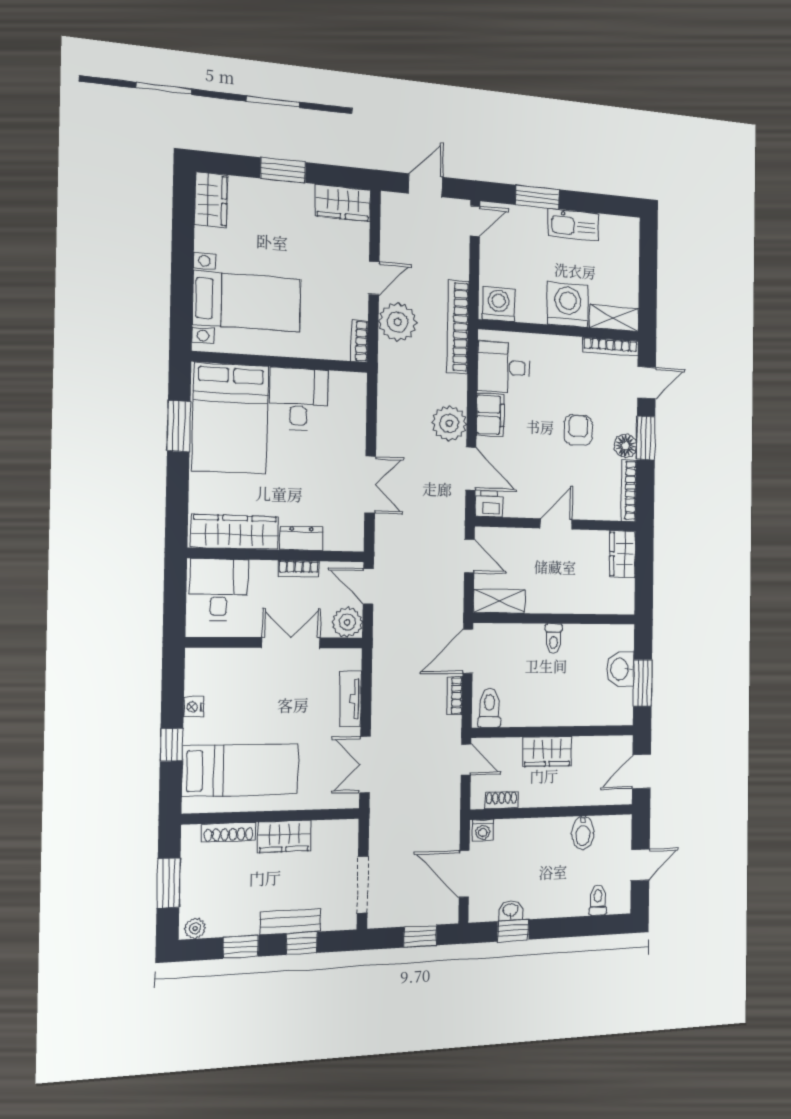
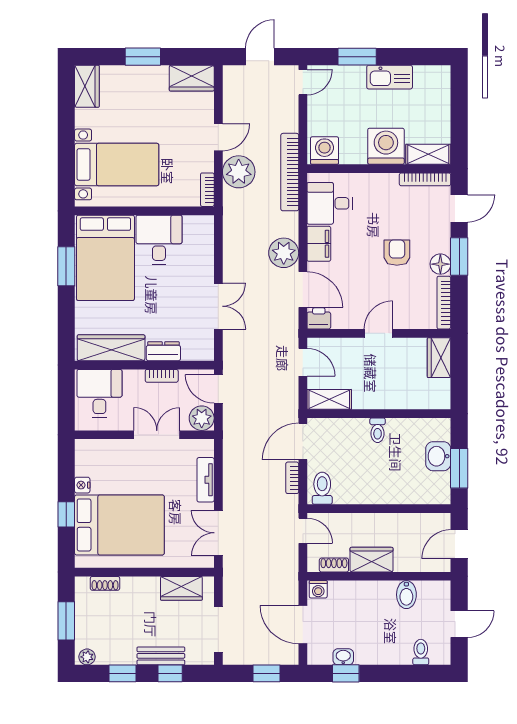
wardrobe: (547, 751) -> (372, 560), moved, turned 180
bed: (241, 770) -> (119, 525), width x1.50
shoe rack: (229, 832) -> (105, 583), width x0.70
wardrobe: (284, 836) -> (181, 588), moved

